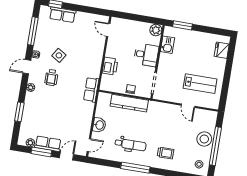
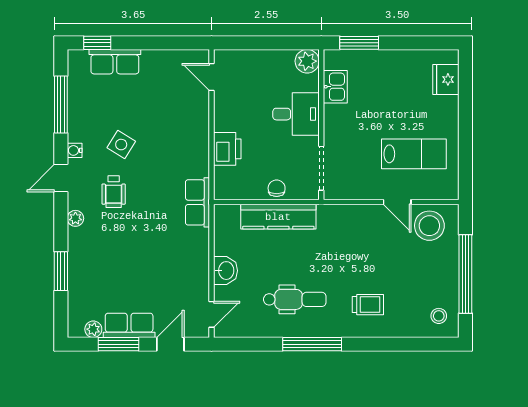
stool: (204, 139) -> (429, 226), moved

